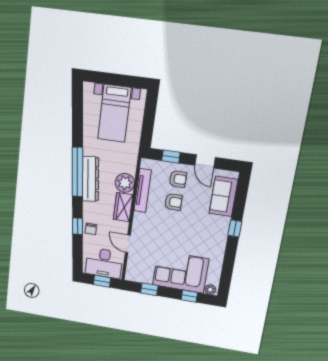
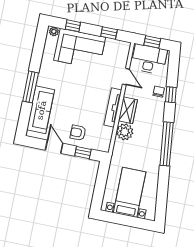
dresser: (91, 179) -> (155, 137), removed
tv unit: (143, 191) -> (113, 108), moved
sofa: (223, 196) -> (41, 110), width x1.36
armchair: (173, 202) -> (83, 113), removed
window: (235, 228) -> (31, 87), width x2.17

